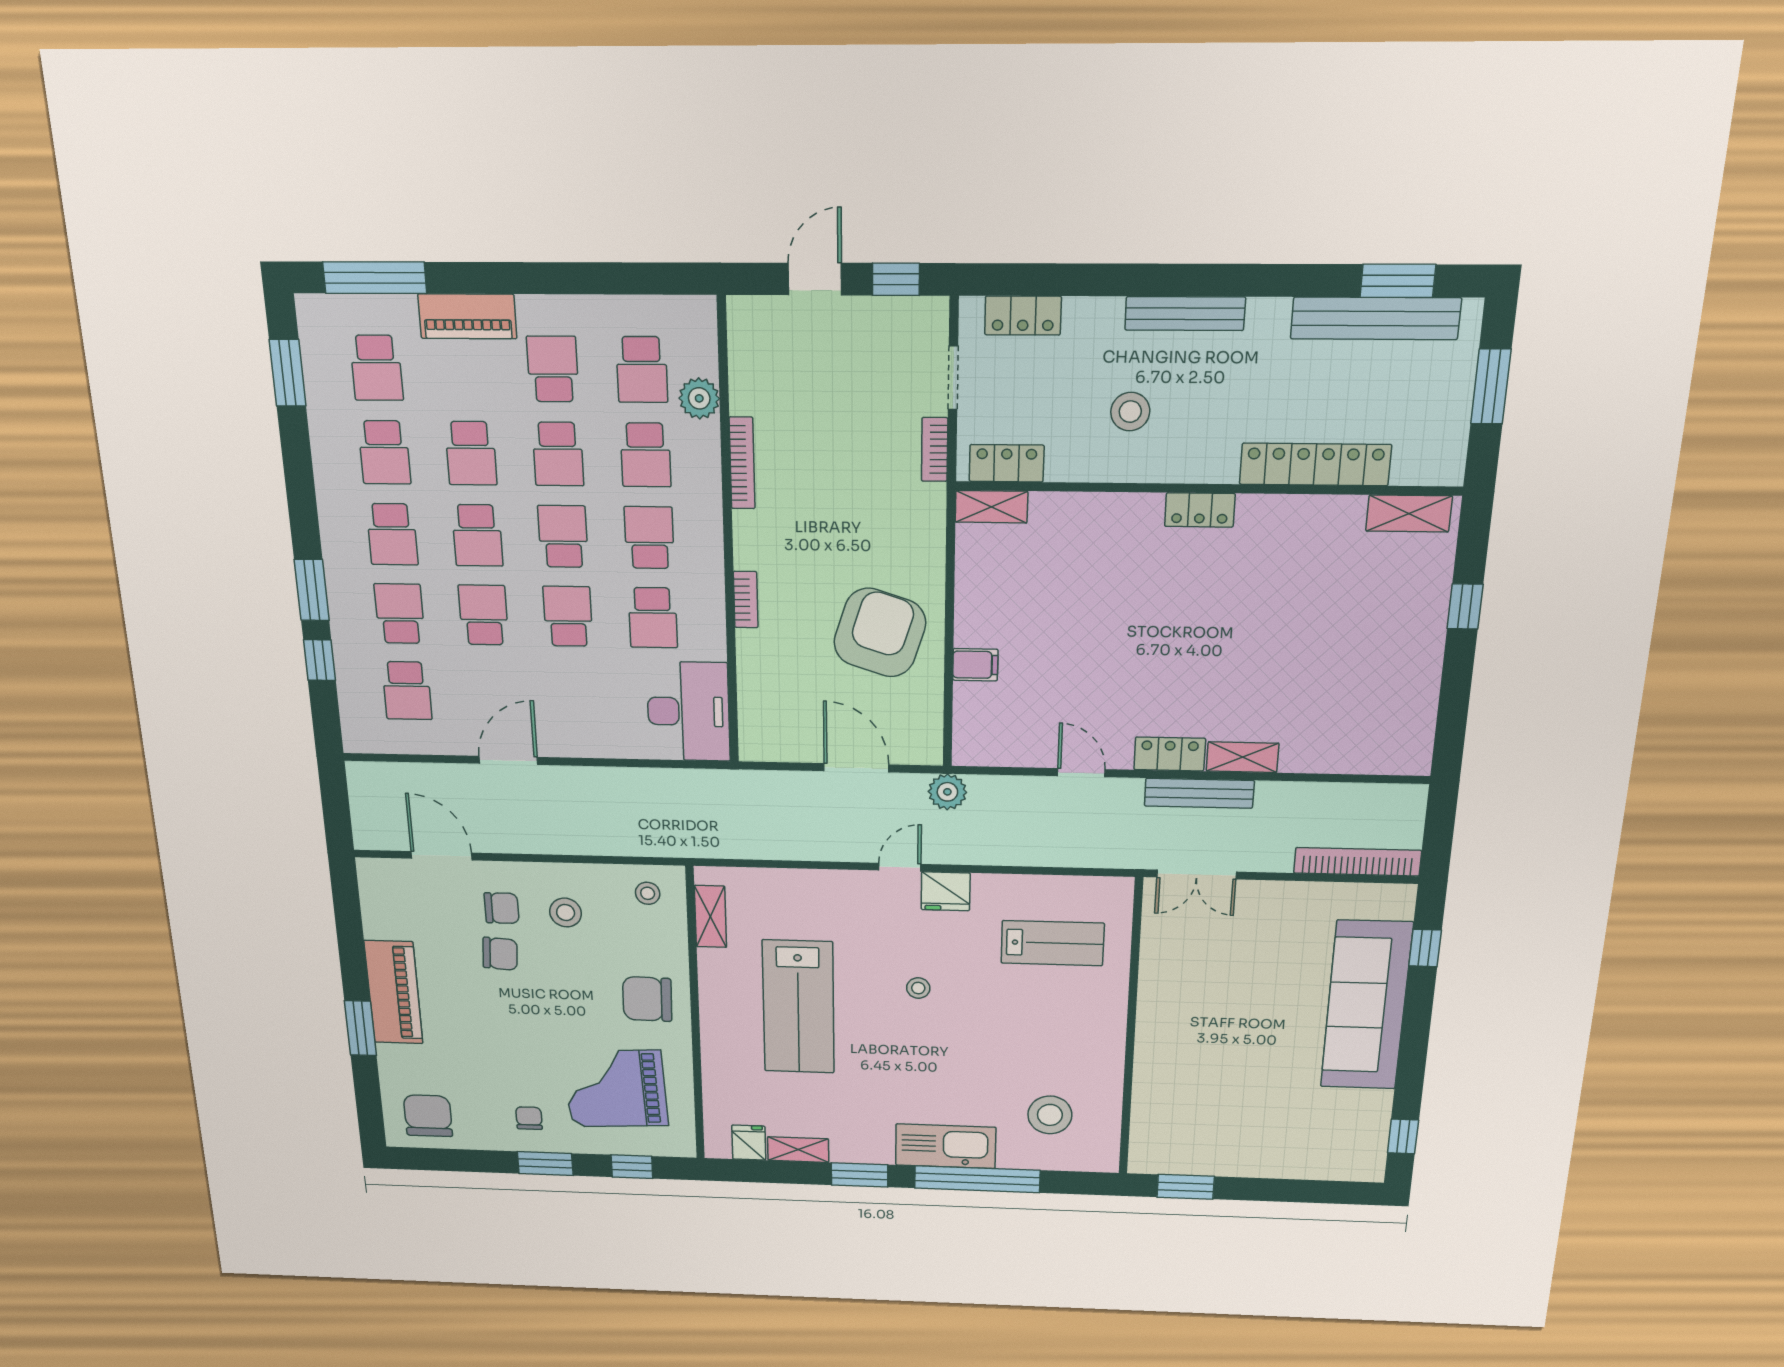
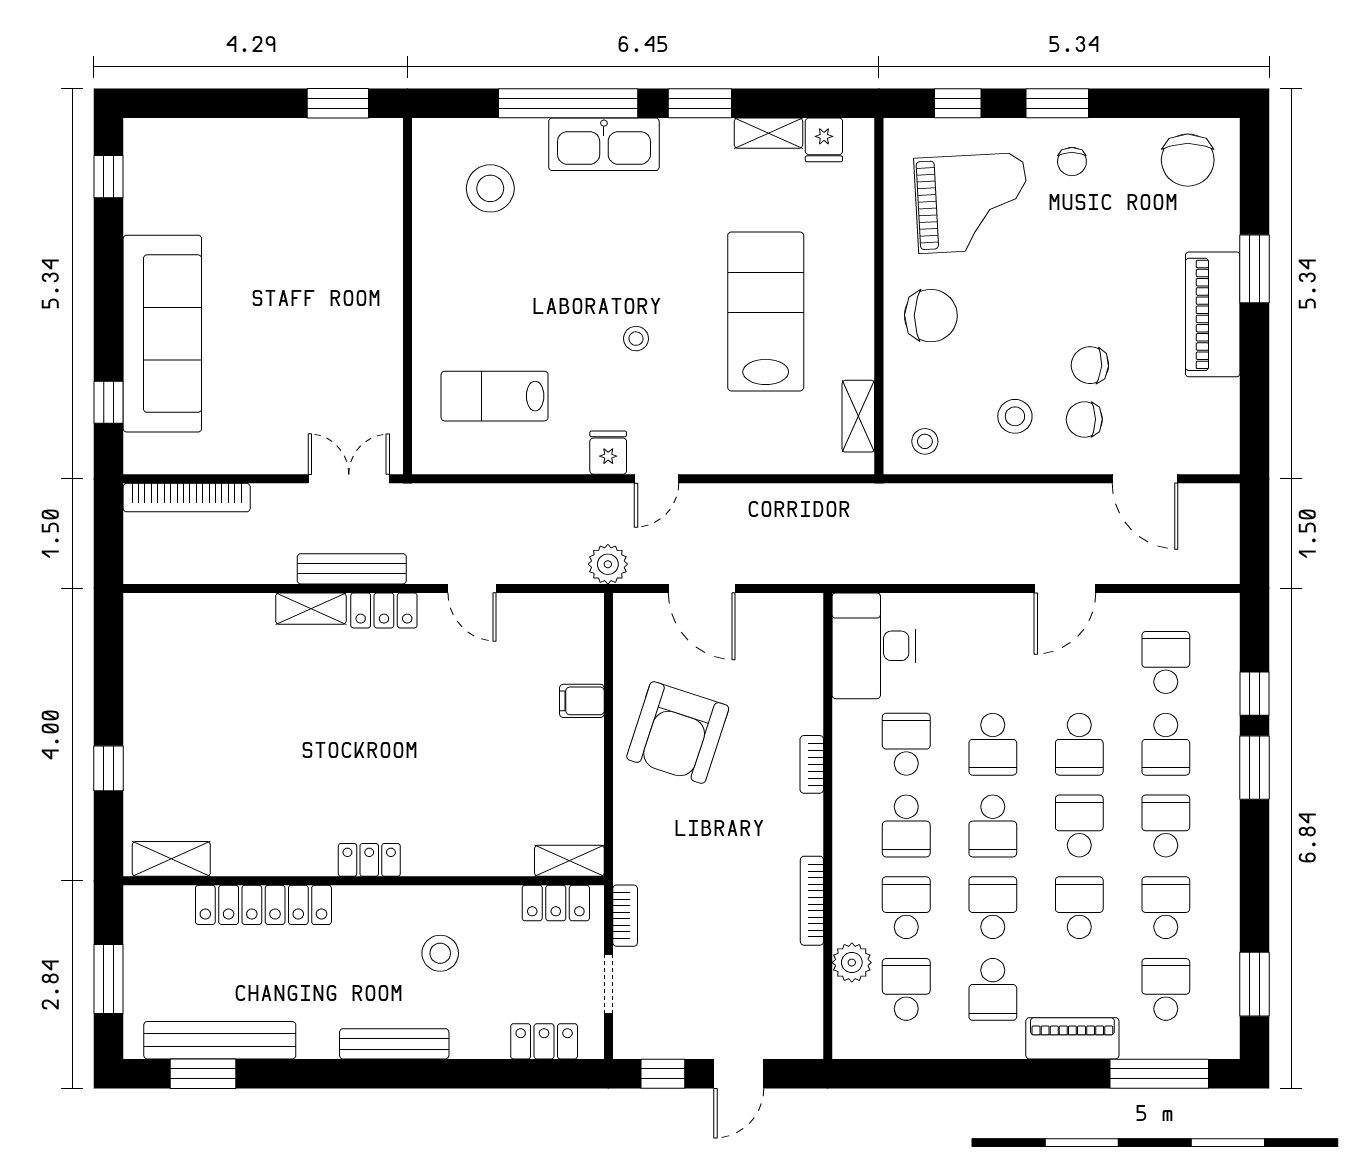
fridge: (946, 891) -> (608, 453), width x0.72

